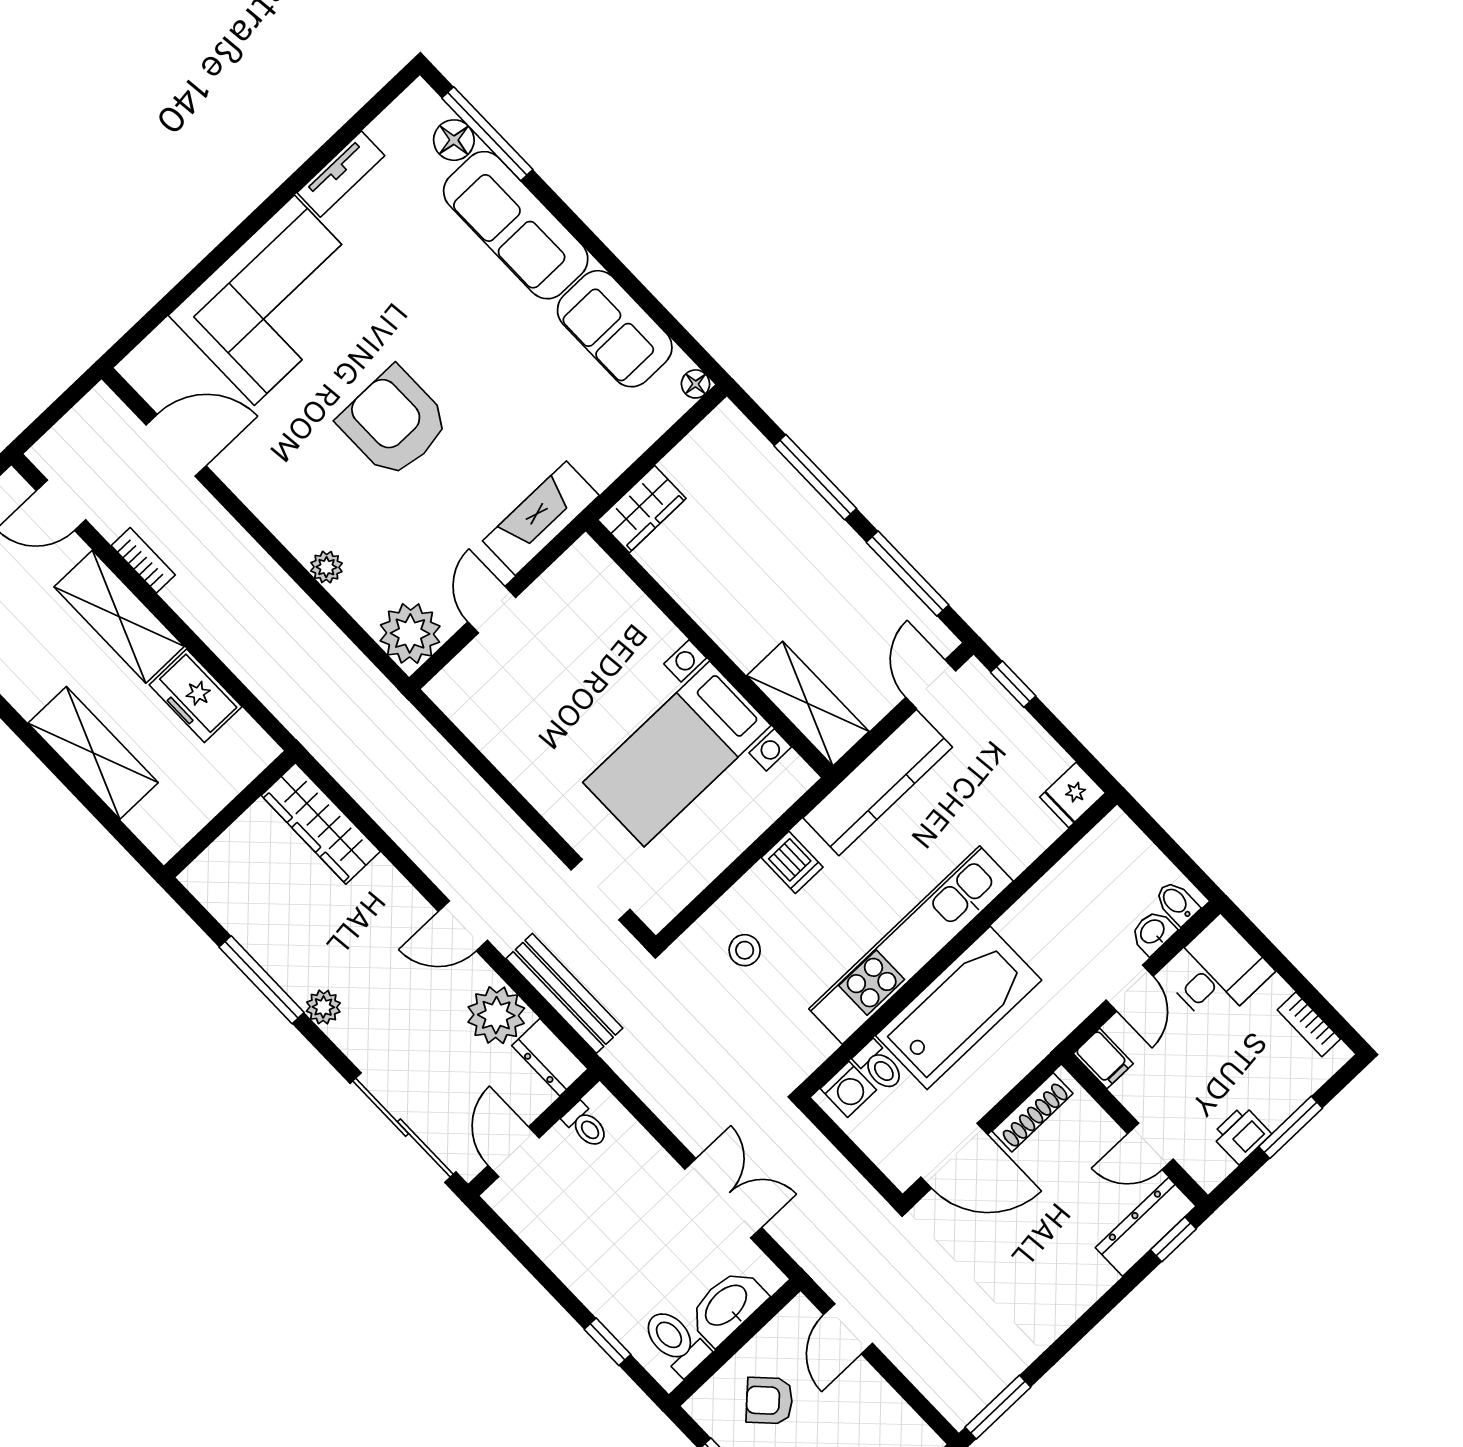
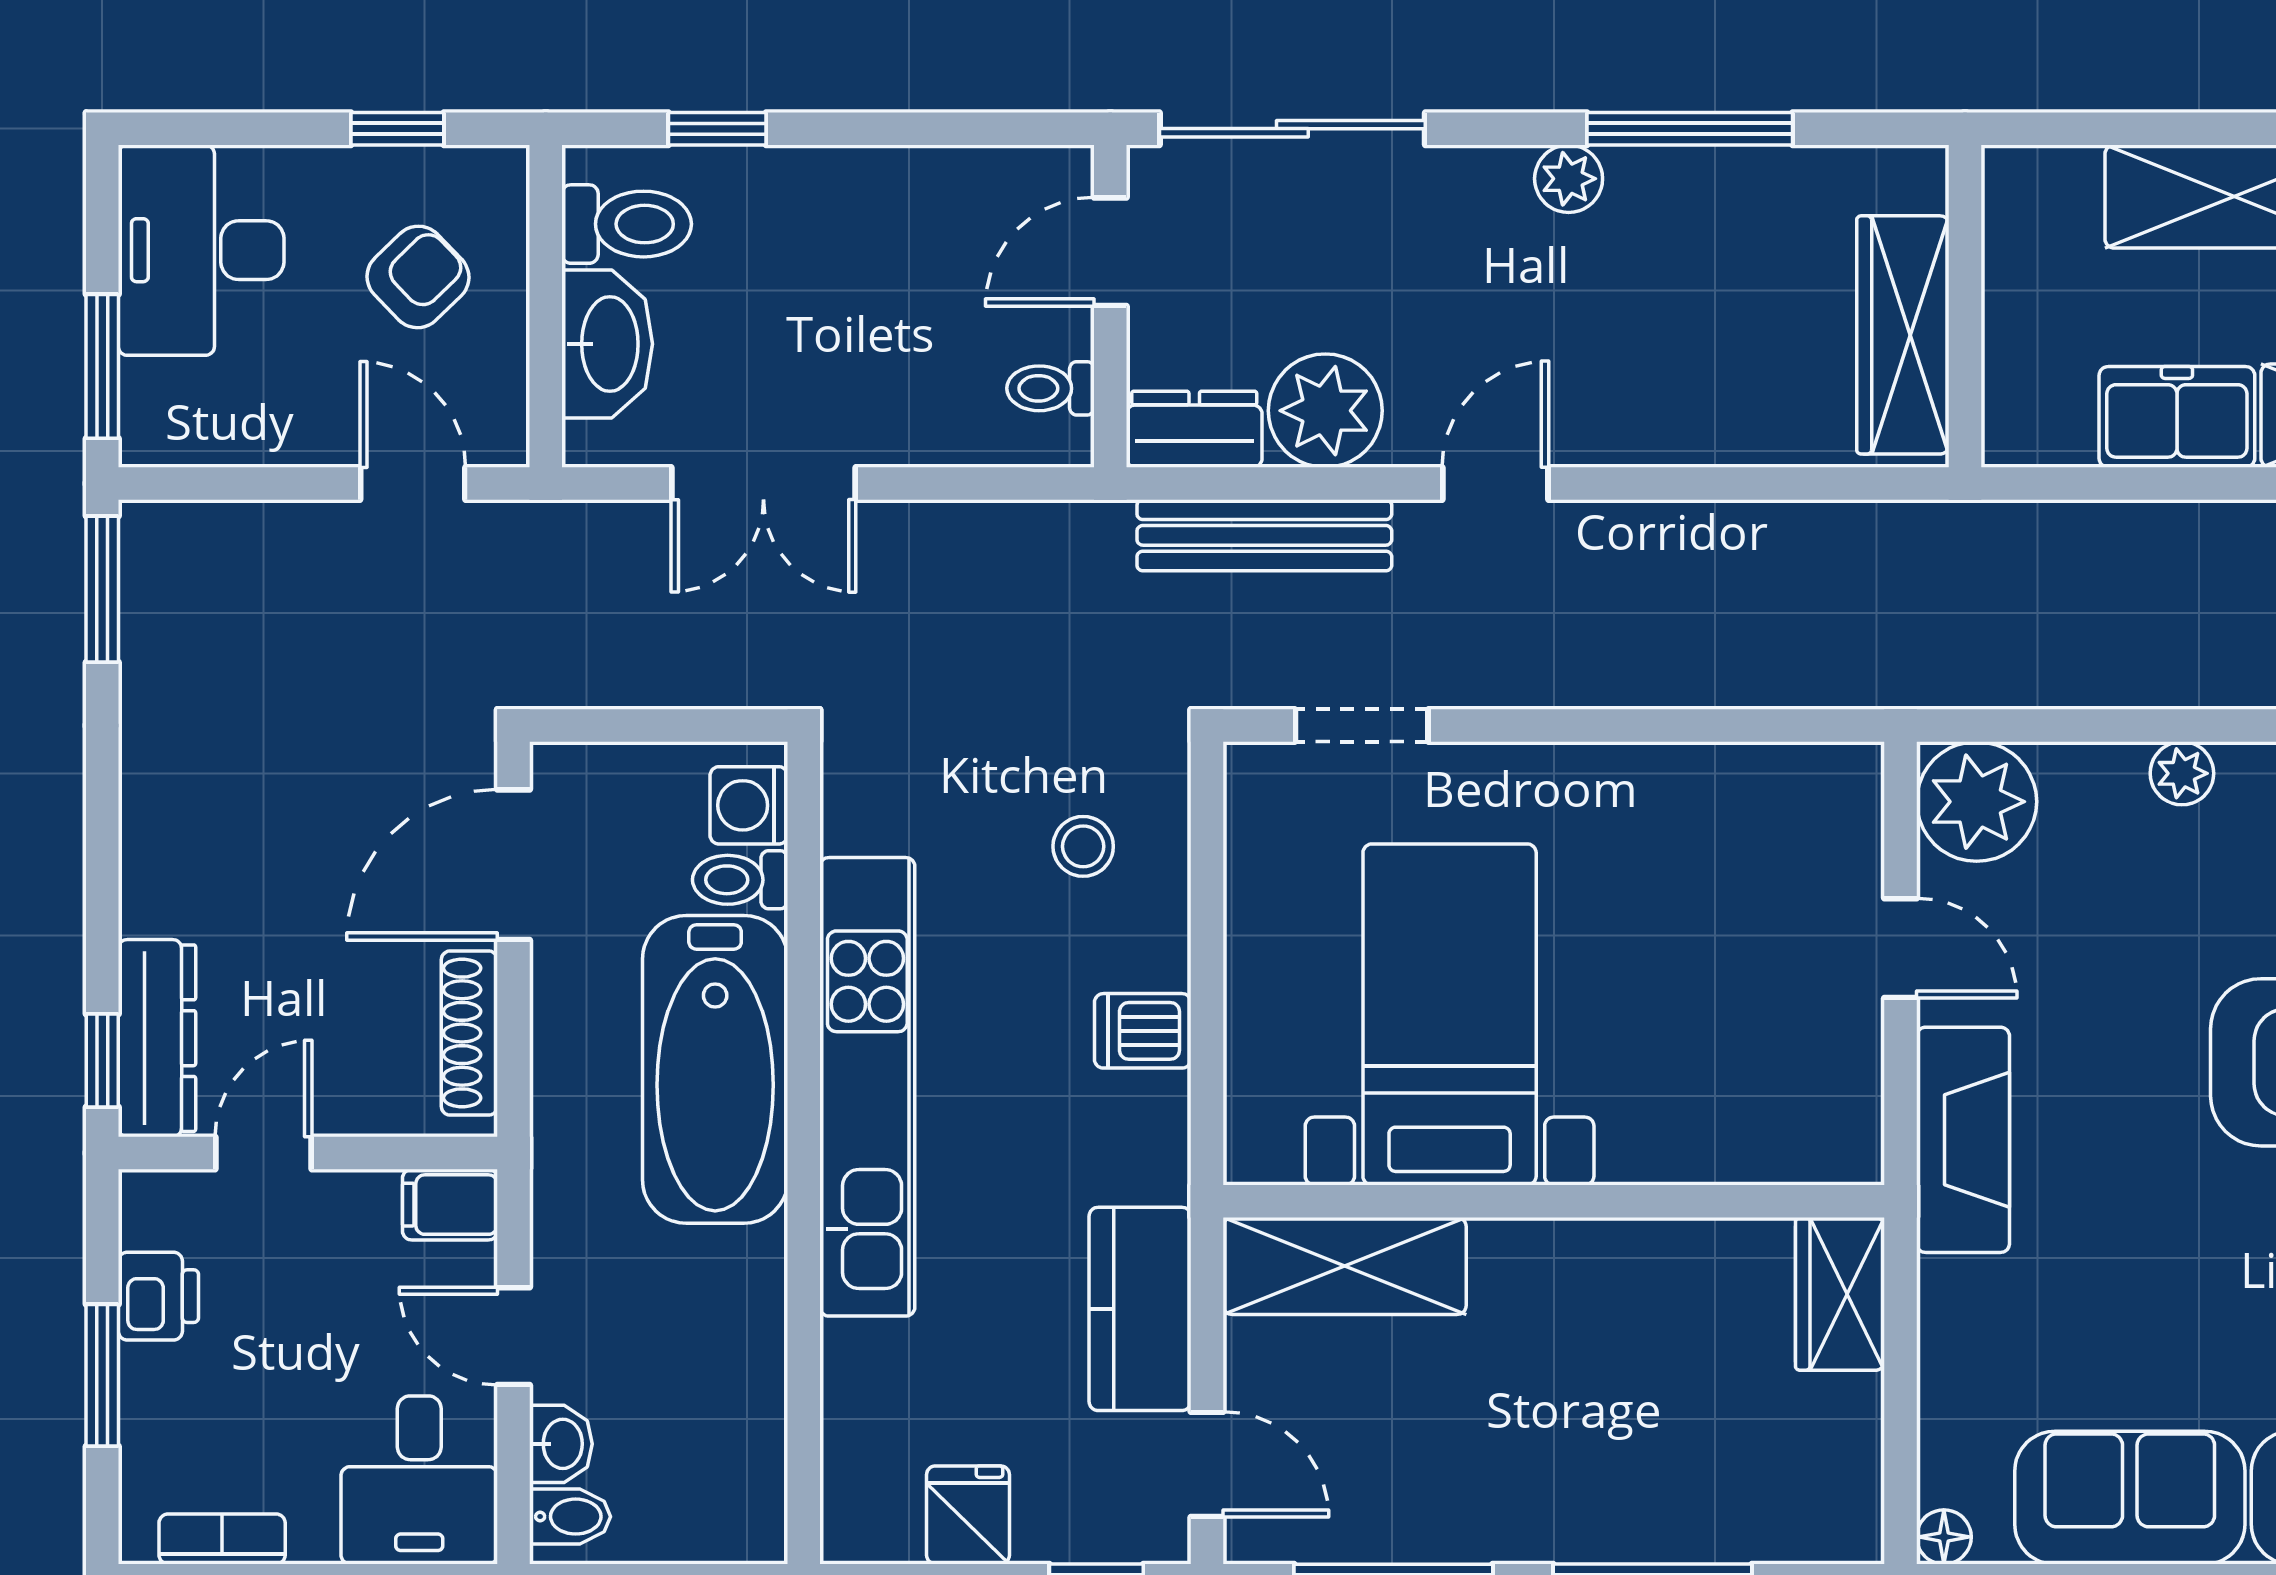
kitchen counter: (878, 783) -> (1140, 1309), width x0.67
fridge: (1073, 795) -> (968, 1515), moved
wardrobe: (321, 823) -> (1903, 335), moved, turned -90
door: (514, 1152) -> (1110, 252), swing flipped

